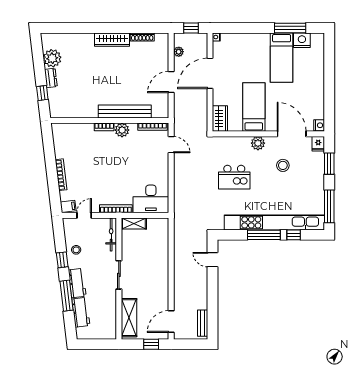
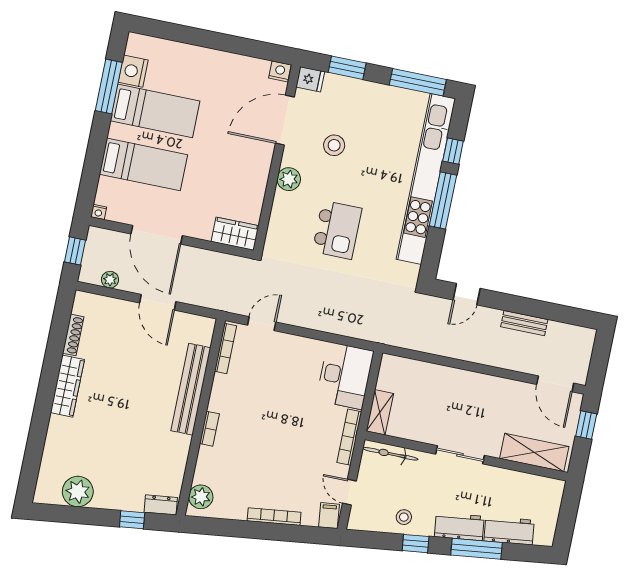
dresser: (51, 78) -> (161, 505), moved
bed: (254, 107) -> (143, 164), moved, turned 180
plant: (122, 130) -> (201, 497), moved
bench: (203, 323) -> (524, 323), moved

